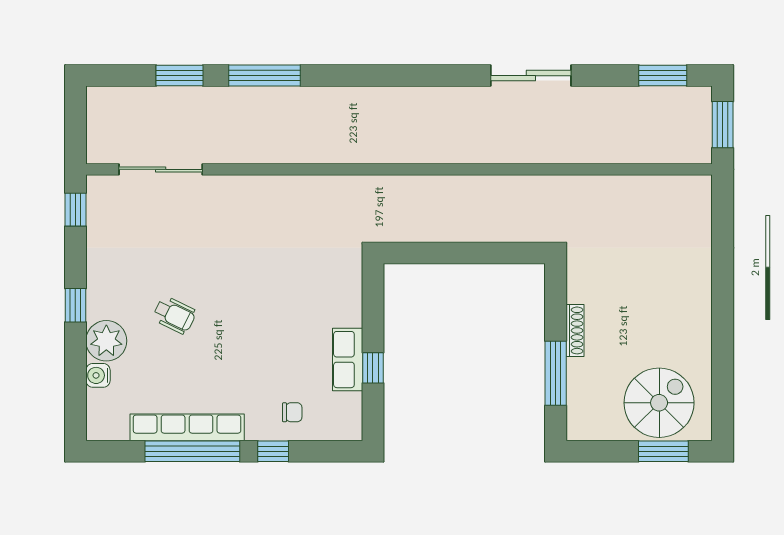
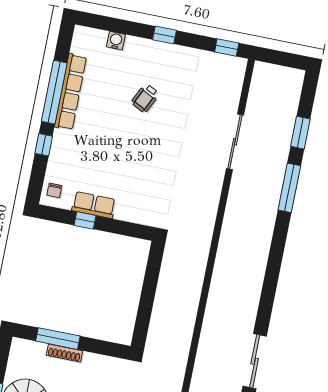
sliding door: (161, 169) -> (235, 142), moved
shoe rack: (575, 330) -> (64, 353), moved
plant: (106, 341) -> (137, 50), removed
chair: (292, 412) -> (54, 190), moved

